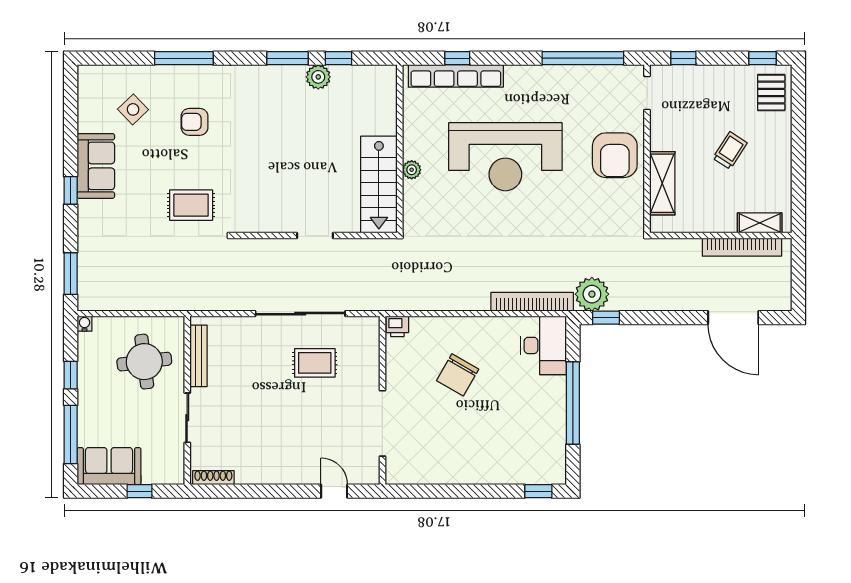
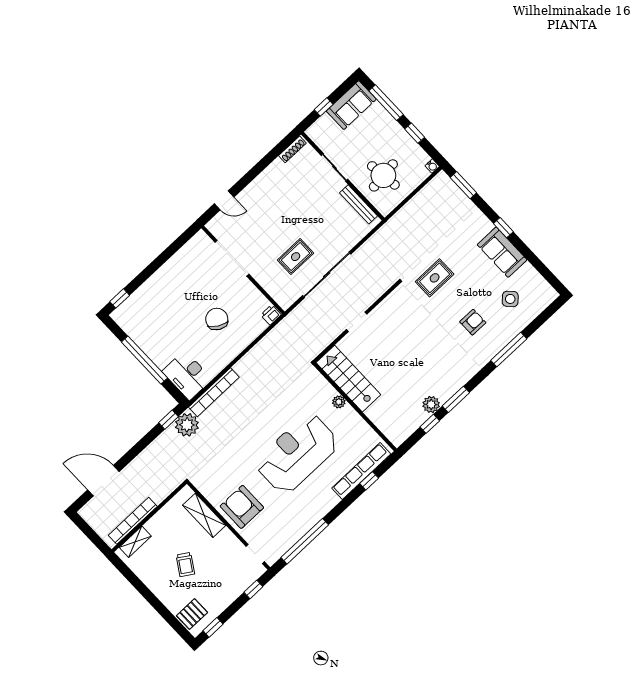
pallet: (771, 93) -> (192, 614), turned 90

